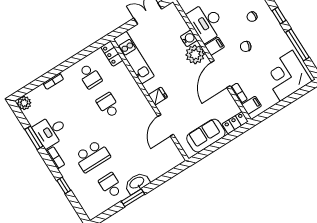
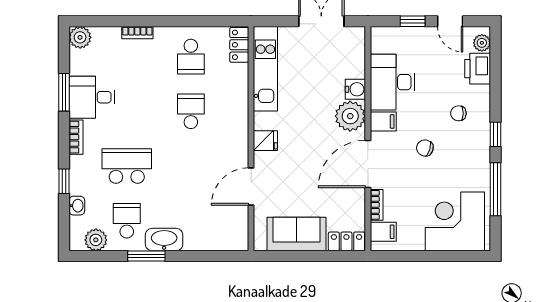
school desk: (92, 156) -> (127, 166), turned 180
washbasin: (79, 194) -> (77, 206), added
plant: (101, 206) -> (96, 240), added

